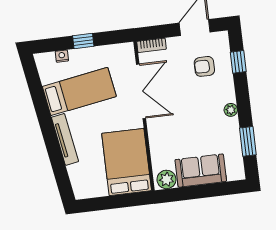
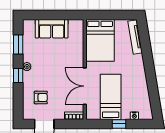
window: (238, 62) -> (18, 76), moved
bed: (79, 91) -> (111, 97), moved, turned 99
tv unit: (65, 139) -> (135, 37), moved
plant: (166, 179) -> (75, 26), removed

